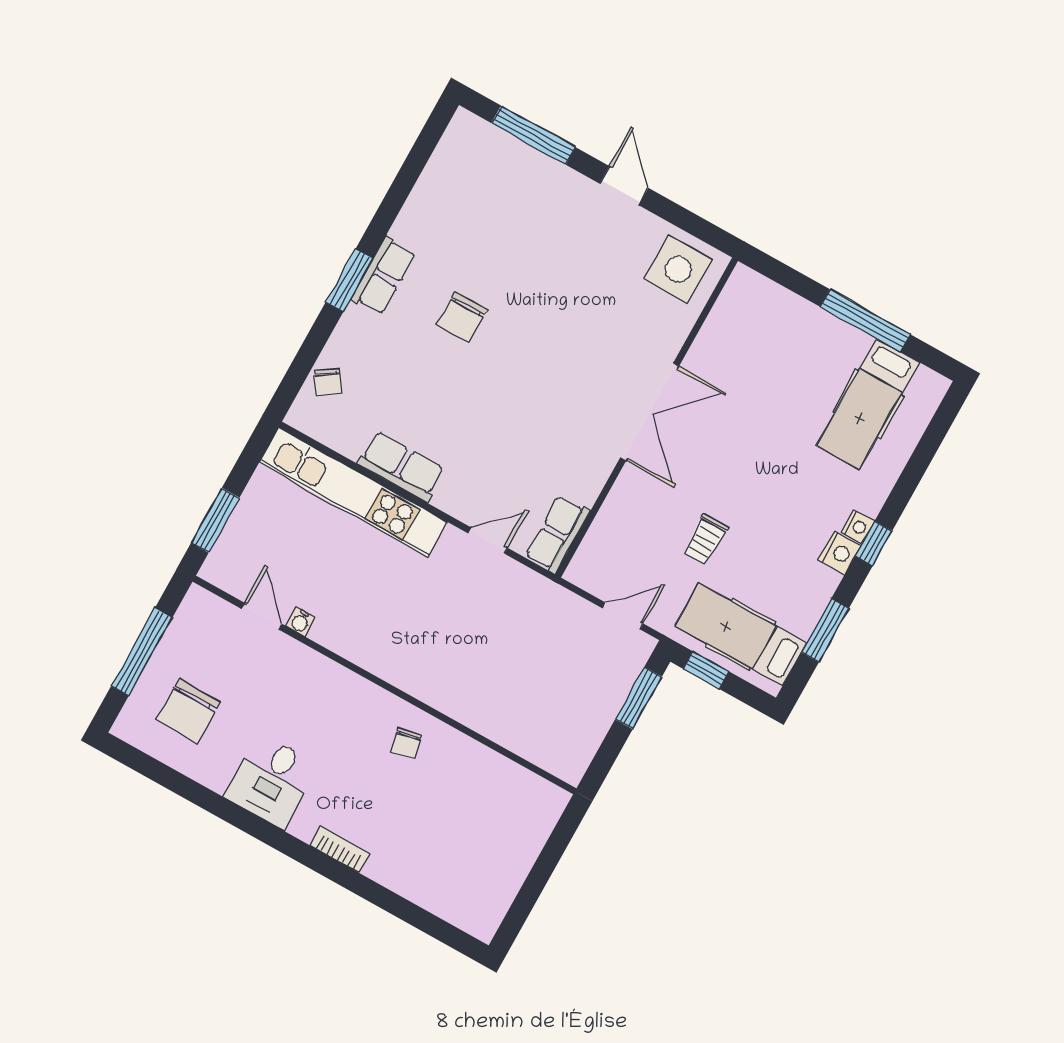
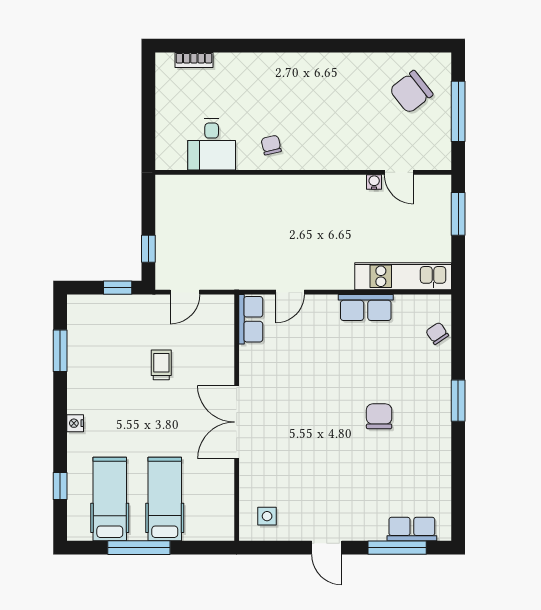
side table: (678, 269) -> (267, 516), width x0.54, depth x0.54
row of seats: (383, 276) -> (412, 529), moved, turned 90
kitchen unit: (353, 492) -> (403, 276), width x0.73
window: (874, 544) -> (60, 486), moved
nightstand: (839, 553) -> (77, 401), removed
hospital bed: (741, 634) -> (165, 499), moved, turned -90
window: (638, 698) -> (148, 249), width x0.67
chair: (188, 711) -> (411, 92), turned -128
desk: (272, 781) -> (212, 144), moved, turned 180
bookcase: (340, 849) -> (194, 60), moved

